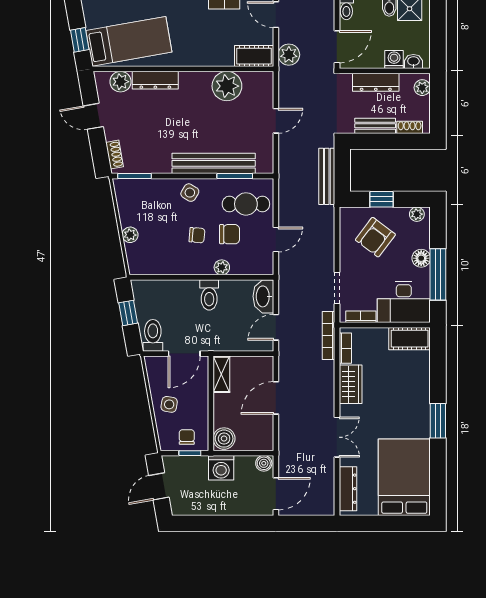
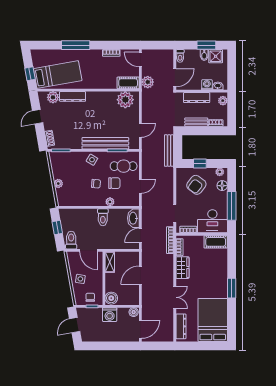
plant: (227, 86) -> (125, 100), moved
door: (93, 116) -> (38, 117), hinge flipped
door: (276, 121) -> (140, 130), moved
floor lamp: (421, 258) -> (222, 186), moved
door: (184, 354) -> (89, 250), hinge flipped

